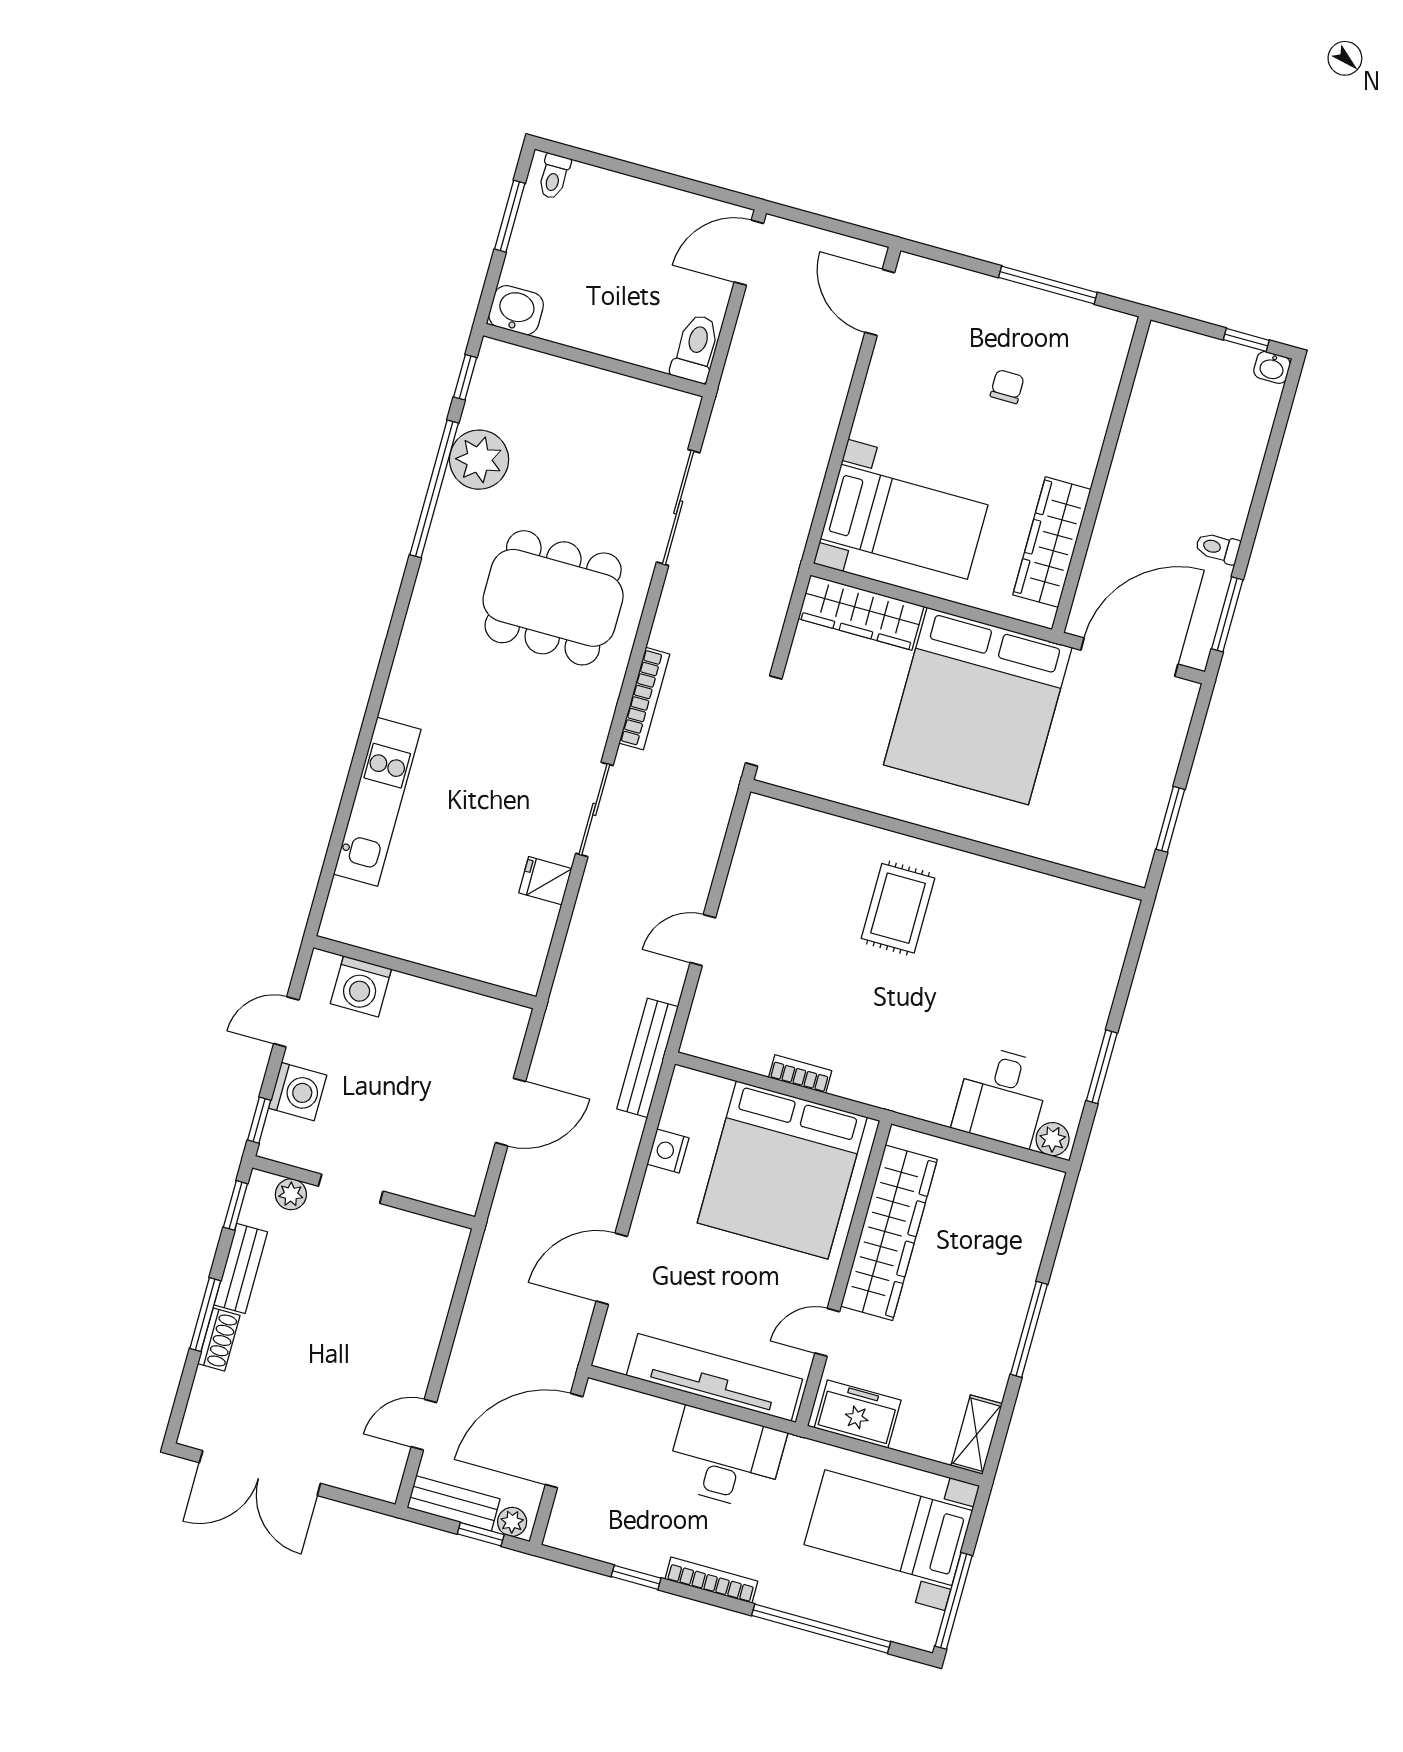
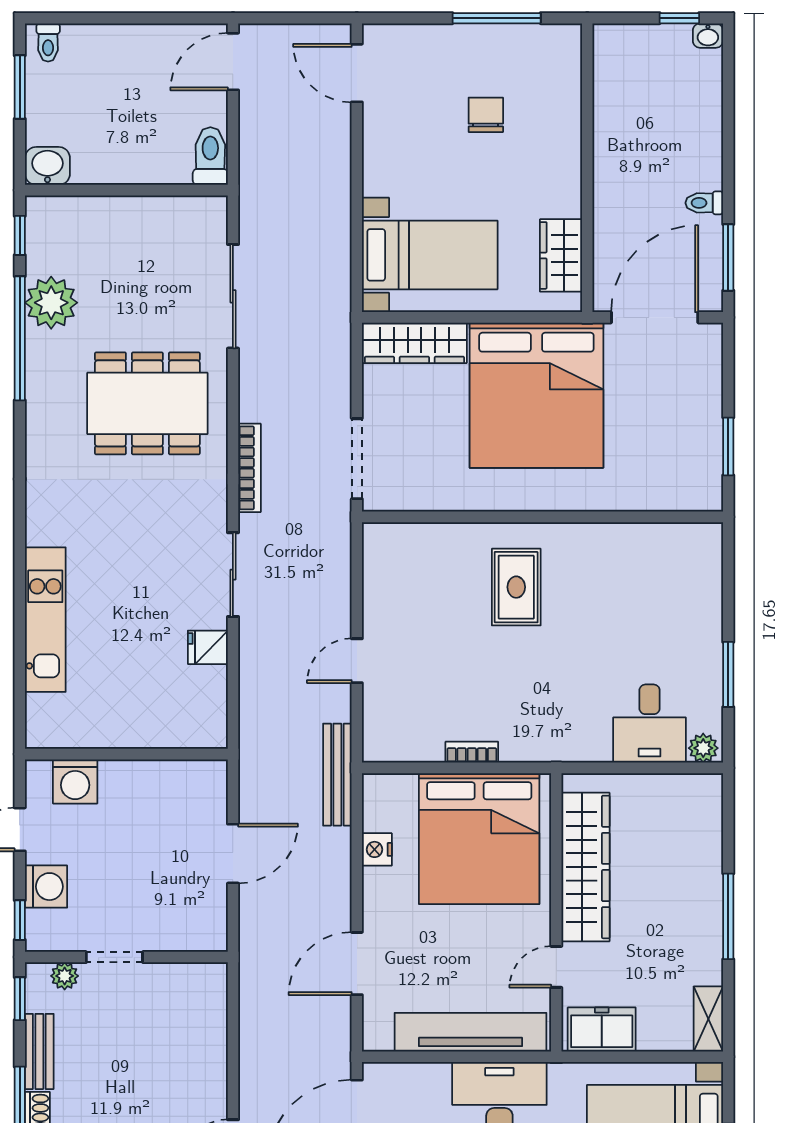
chair: (1007, 387) -> (486, 115), width x1.37, depth x1.37
wardrobe: (1052, 542) -> (561, 255), width x0.67

